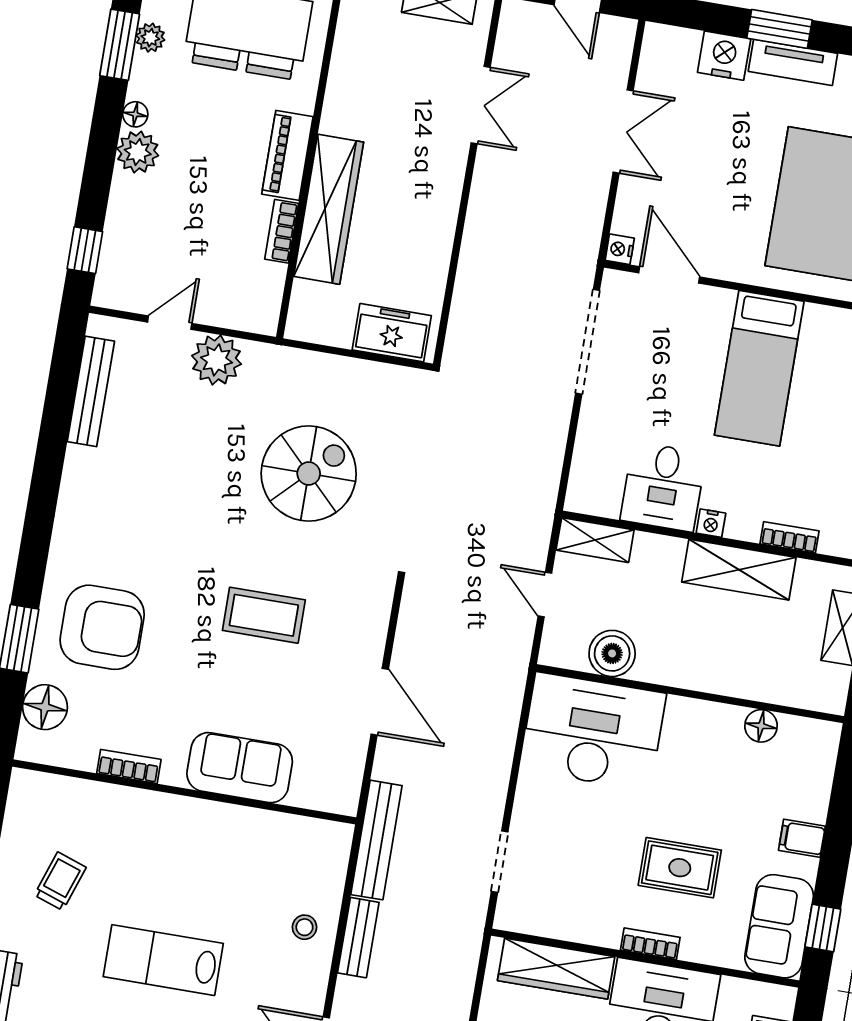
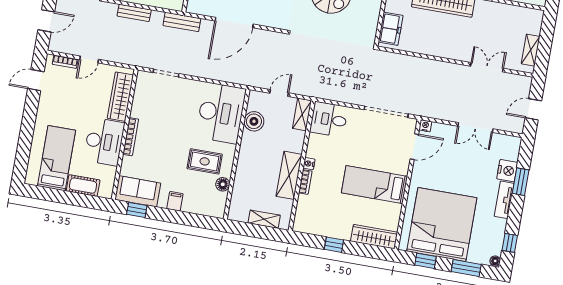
window: (780, 29) -> (521, 182), moved
double door: (481, 105) -> (487, 67), swing flipped
desk: (663, 487) -> (329, 119), moved
bookcase: (790, 537) -> (305, 182), moved
door: (380, 702) -> (234, 23), width x1.36
bench: (376, 840) -> (182, 22), width x0.73
rug: (680, 868) -> (205, 161), moved, turned 90
bookcase: (650, 944) -> (131, 137), width x1.56

